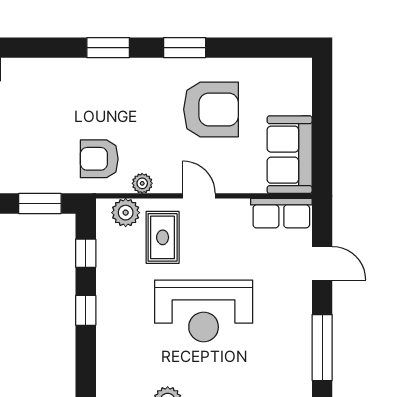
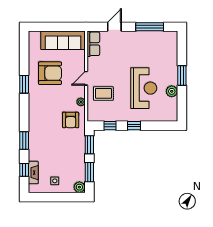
window: (108, 48) -> (24, 140), moved
armchair: (211, 109) -> (50, 73), turned 90
sofa: (290, 155) -> (63, 40), width x1.36
plant: (126, 213) -> (93, 109), removed
reception desk: (204, 311) -> (144, 88), moved

